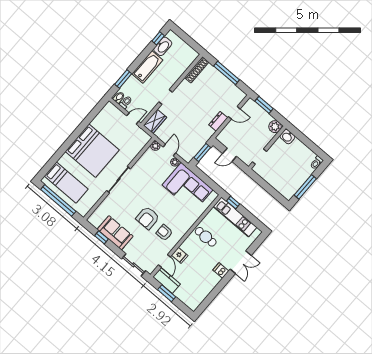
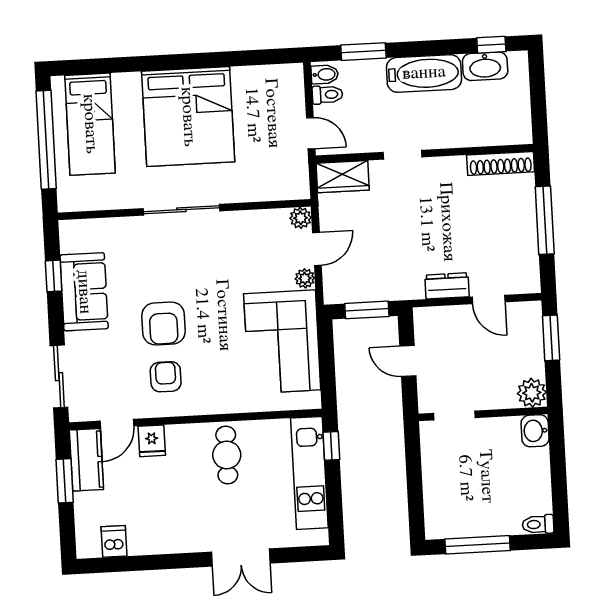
armchair: (148, 218) -> (163, 324), turned -90
dishwasher: (221, 271) -> (114, 541), moved

